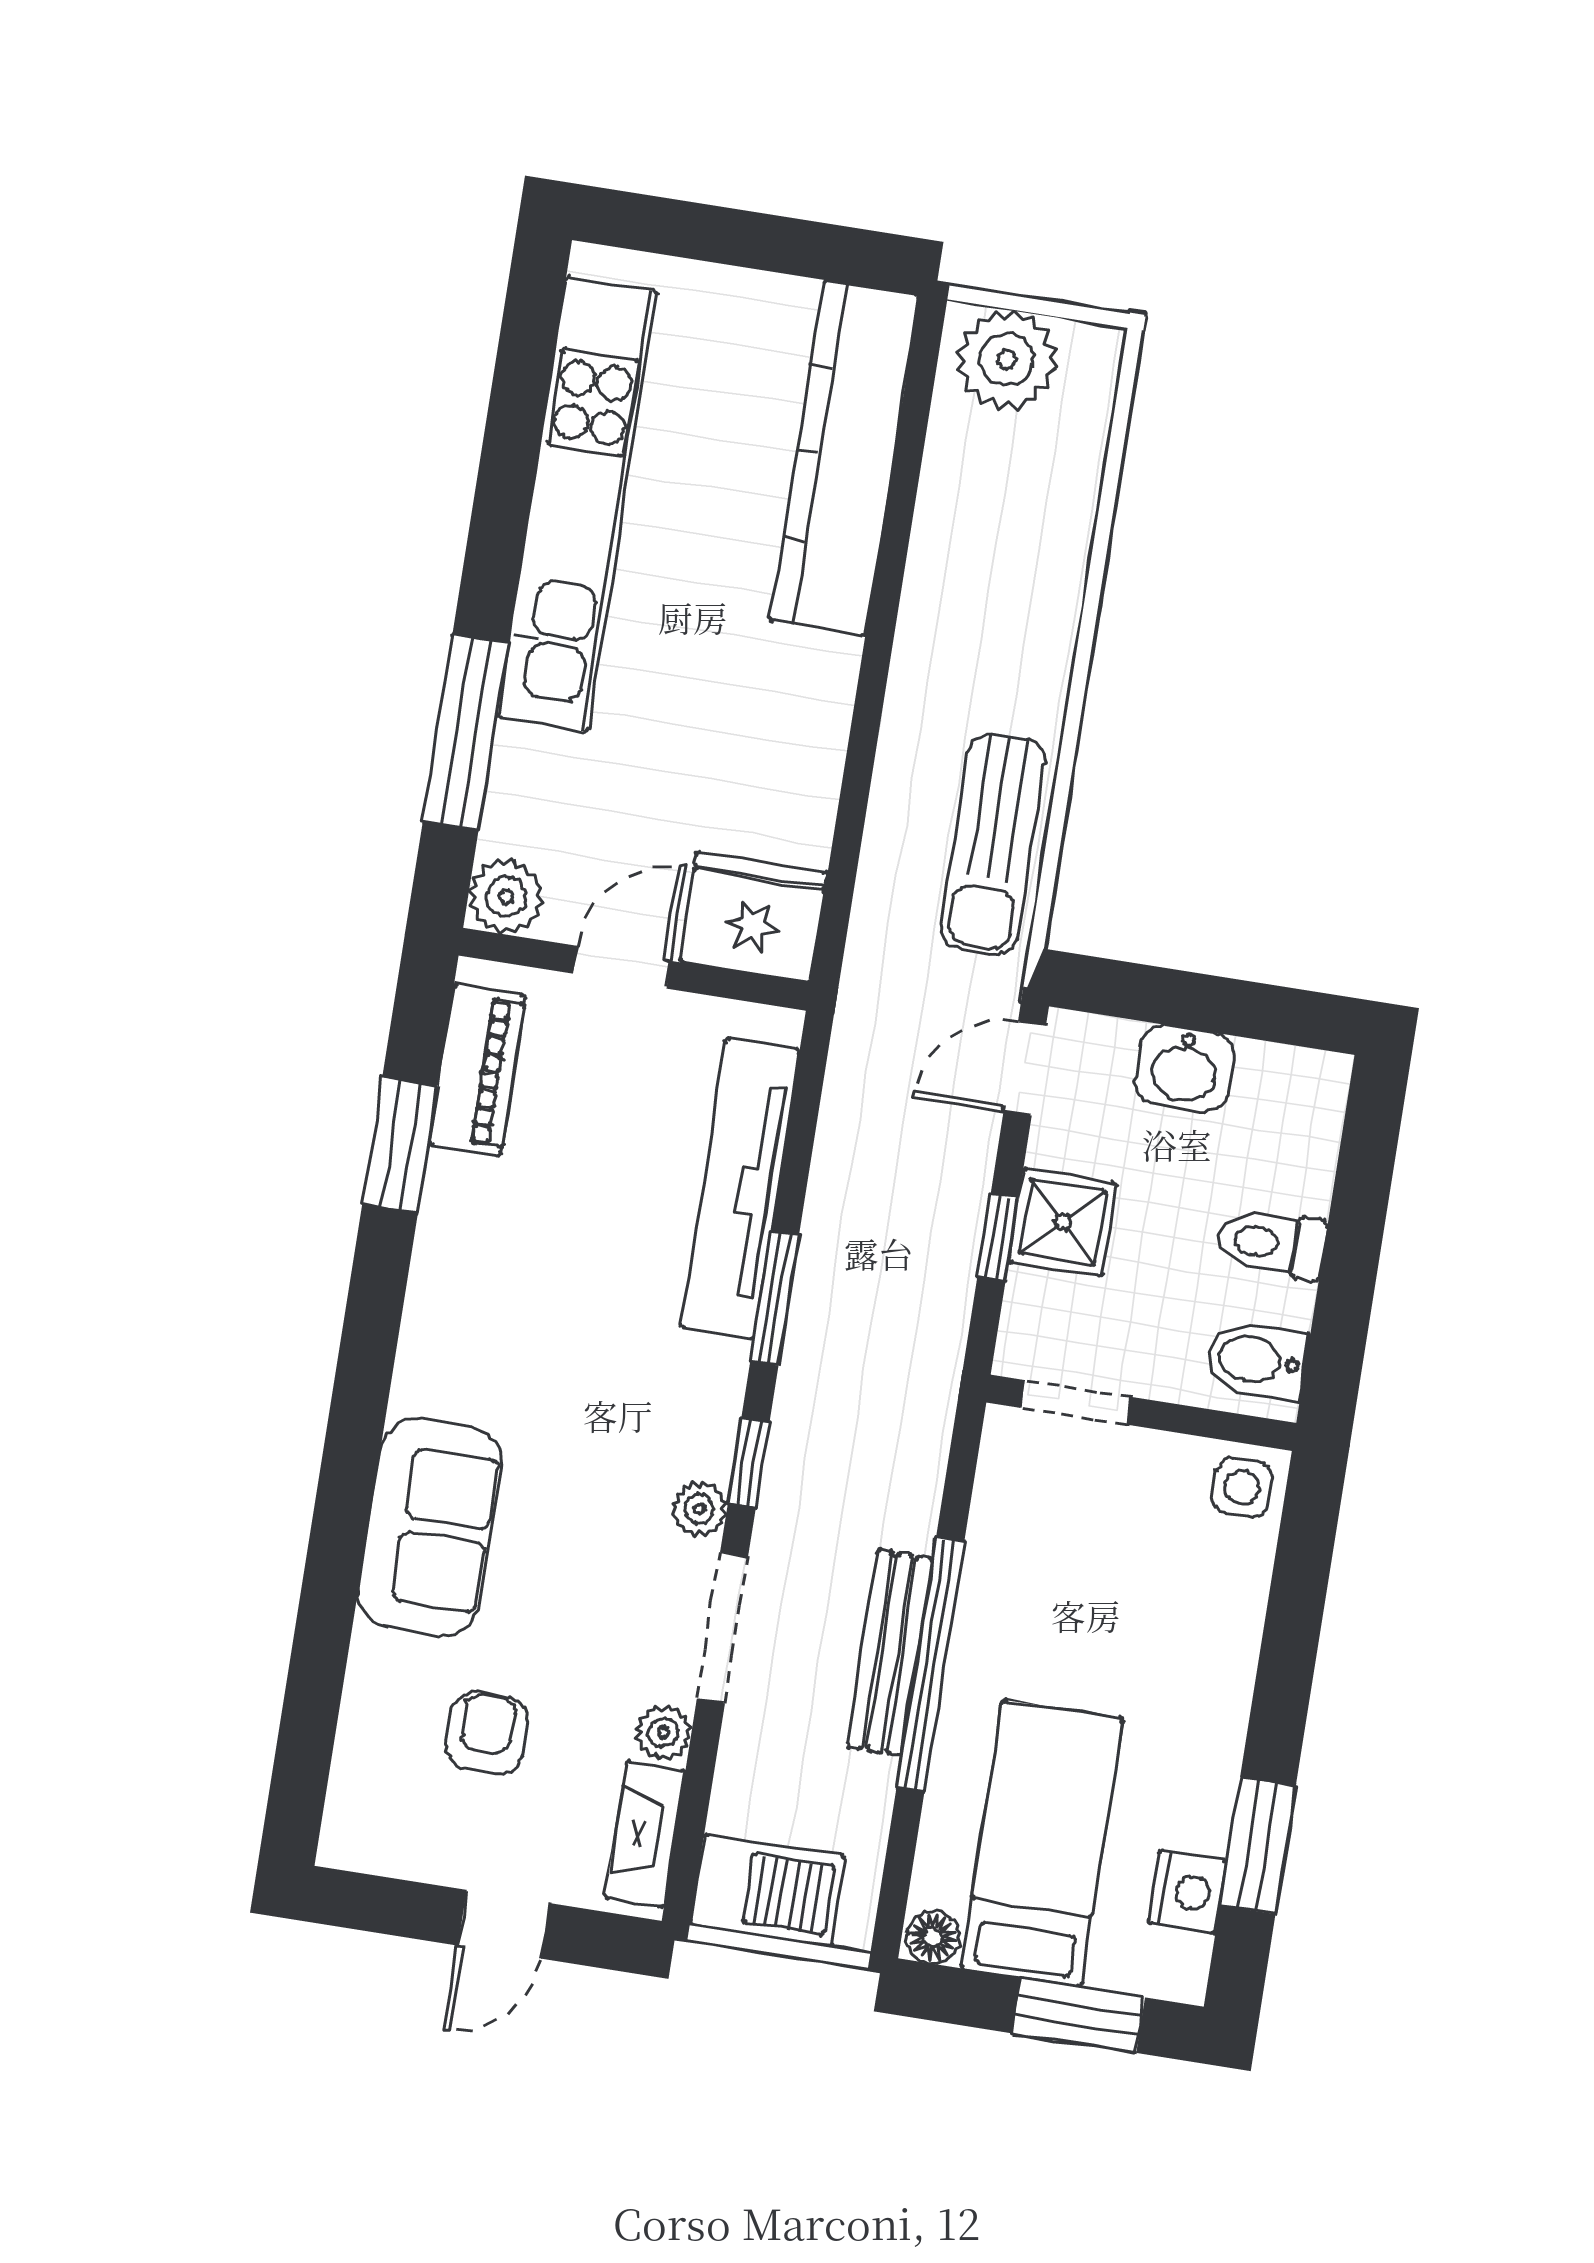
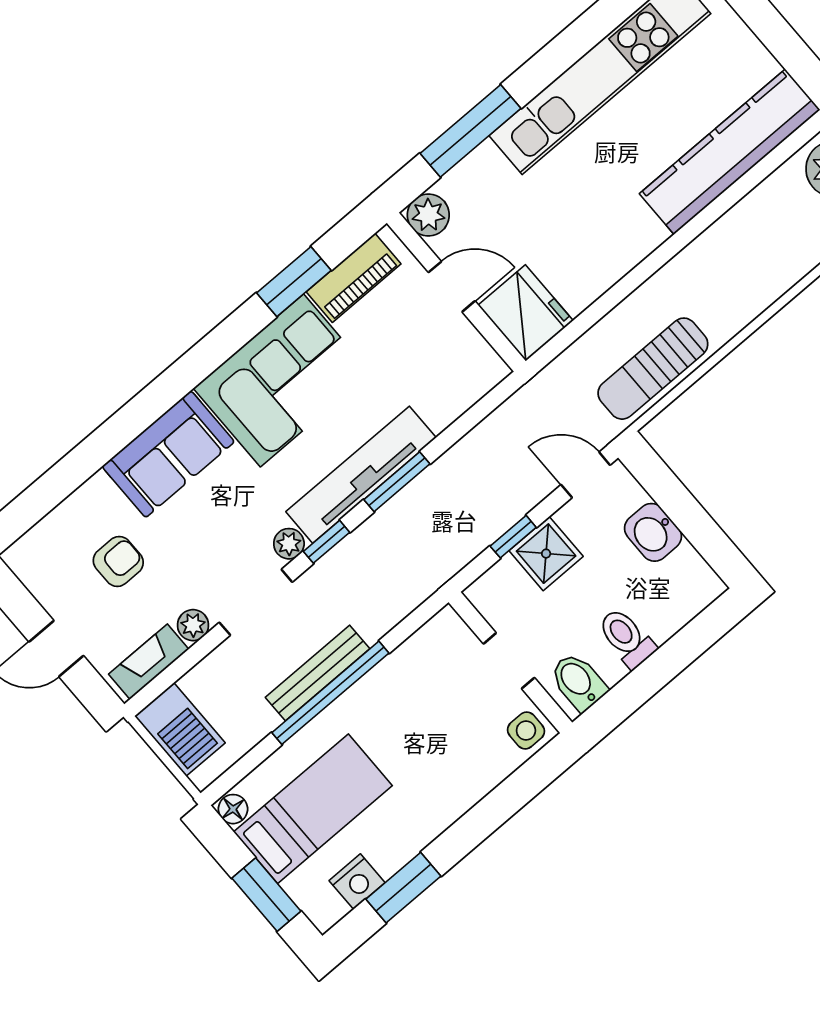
tv unit: (740, 1188) -> (361, 475), moved
corner sofa: (499, 1294) -> (282, 380), added
doorway: (1076, 1402) -> (509, 661), moved

